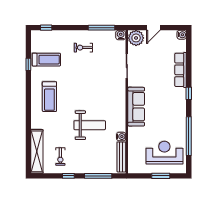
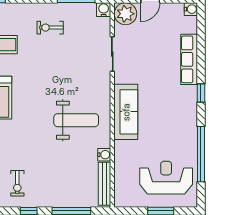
weight bench: (90, 125) -> (76, 120), moved

